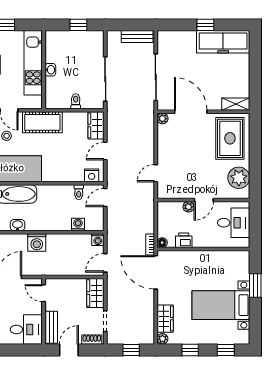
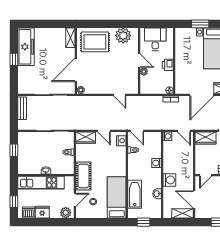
washing machine: (78, 224) -> (156, 163), moved
printer: (184, 240) -> (168, 65), moved
door: (156, 272) -> (202, 95), moved

